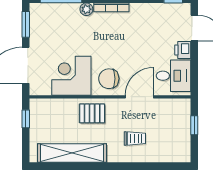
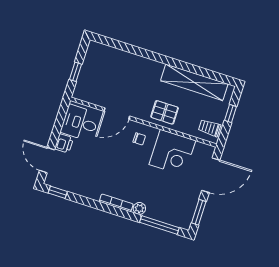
chair: (109, 79) -> (139, 139), width x0.54, depth x0.54
window: (26, 119) -> (230, 113), moved
trolley: (135, 138) -> (209, 128), moved

